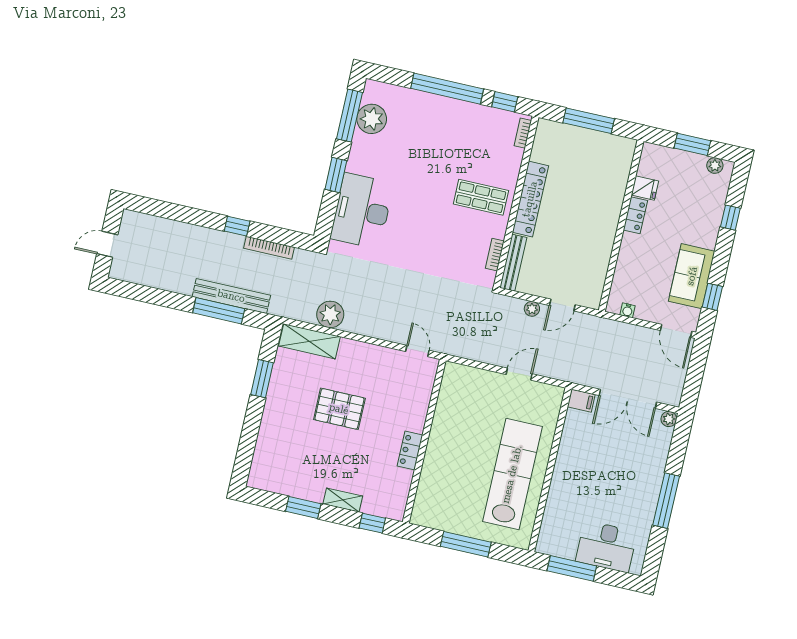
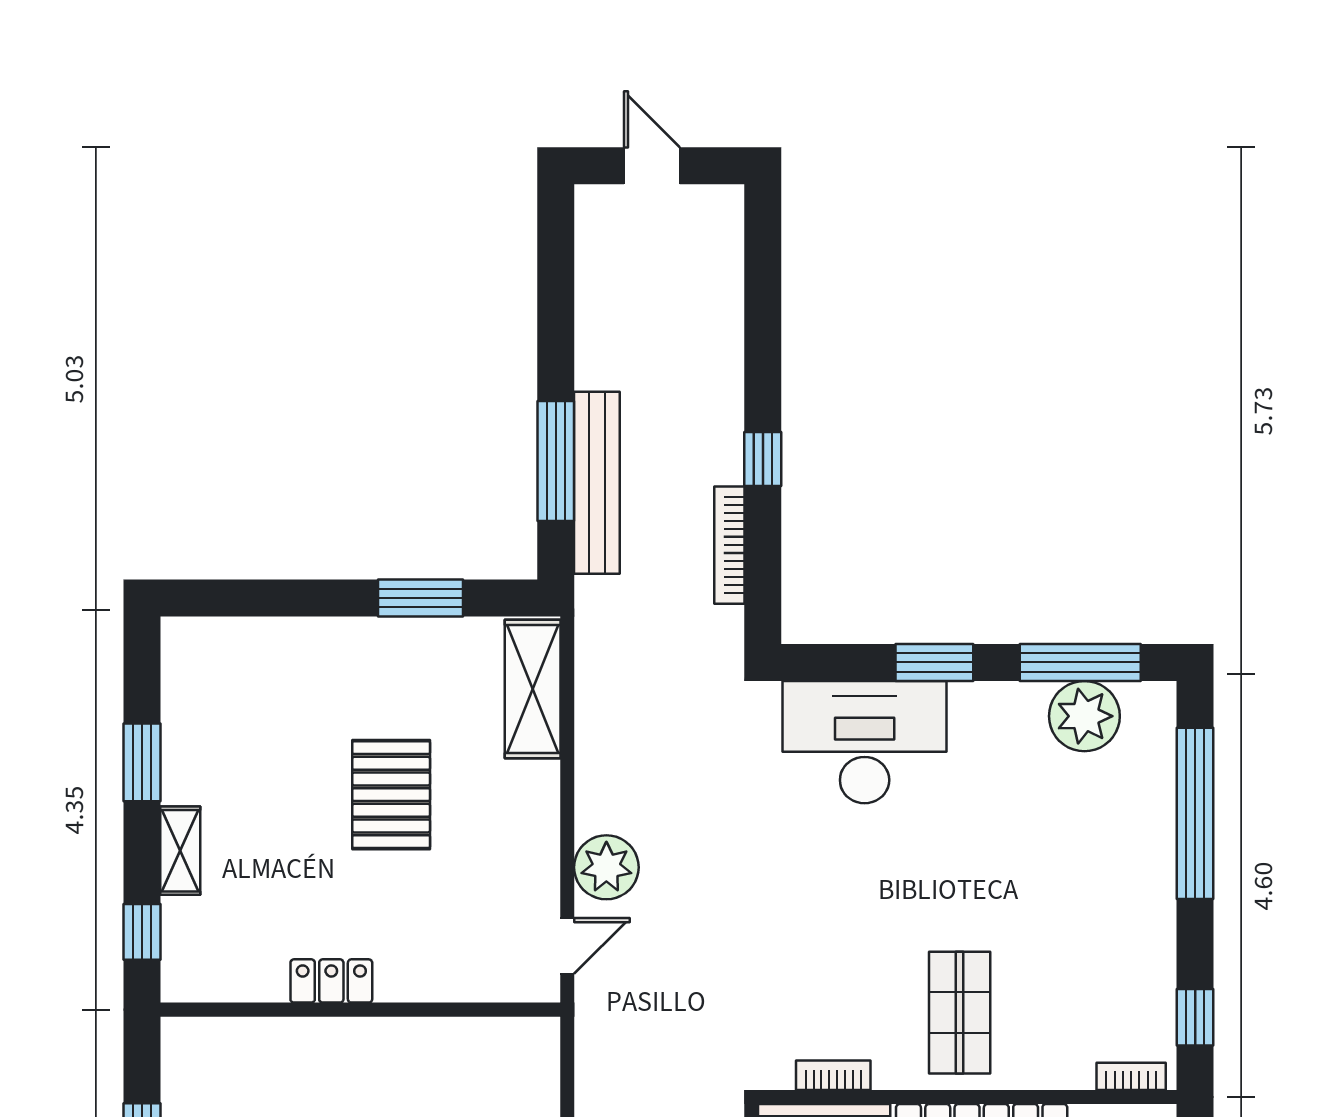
window: (447, 89) -> (1195, 813), moved
plant: (330, 314) -> (606, 867), moved

